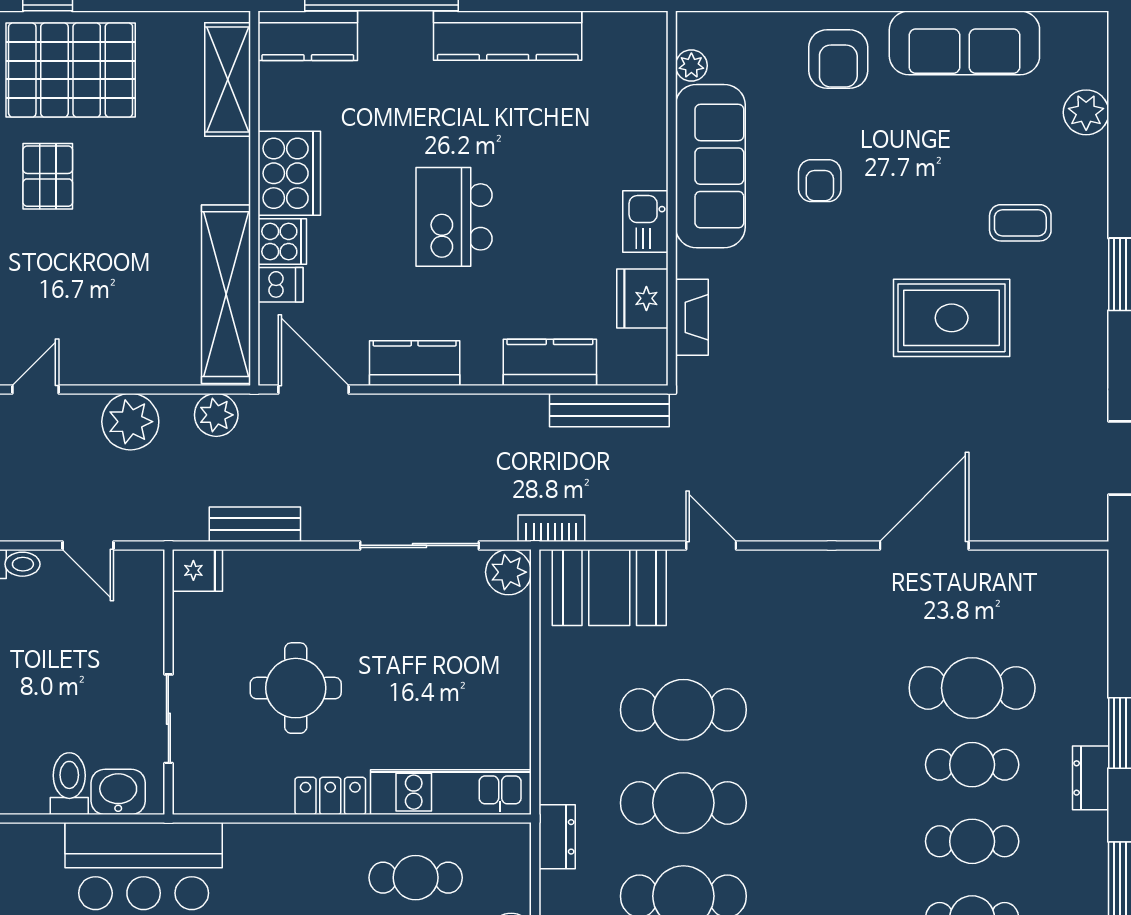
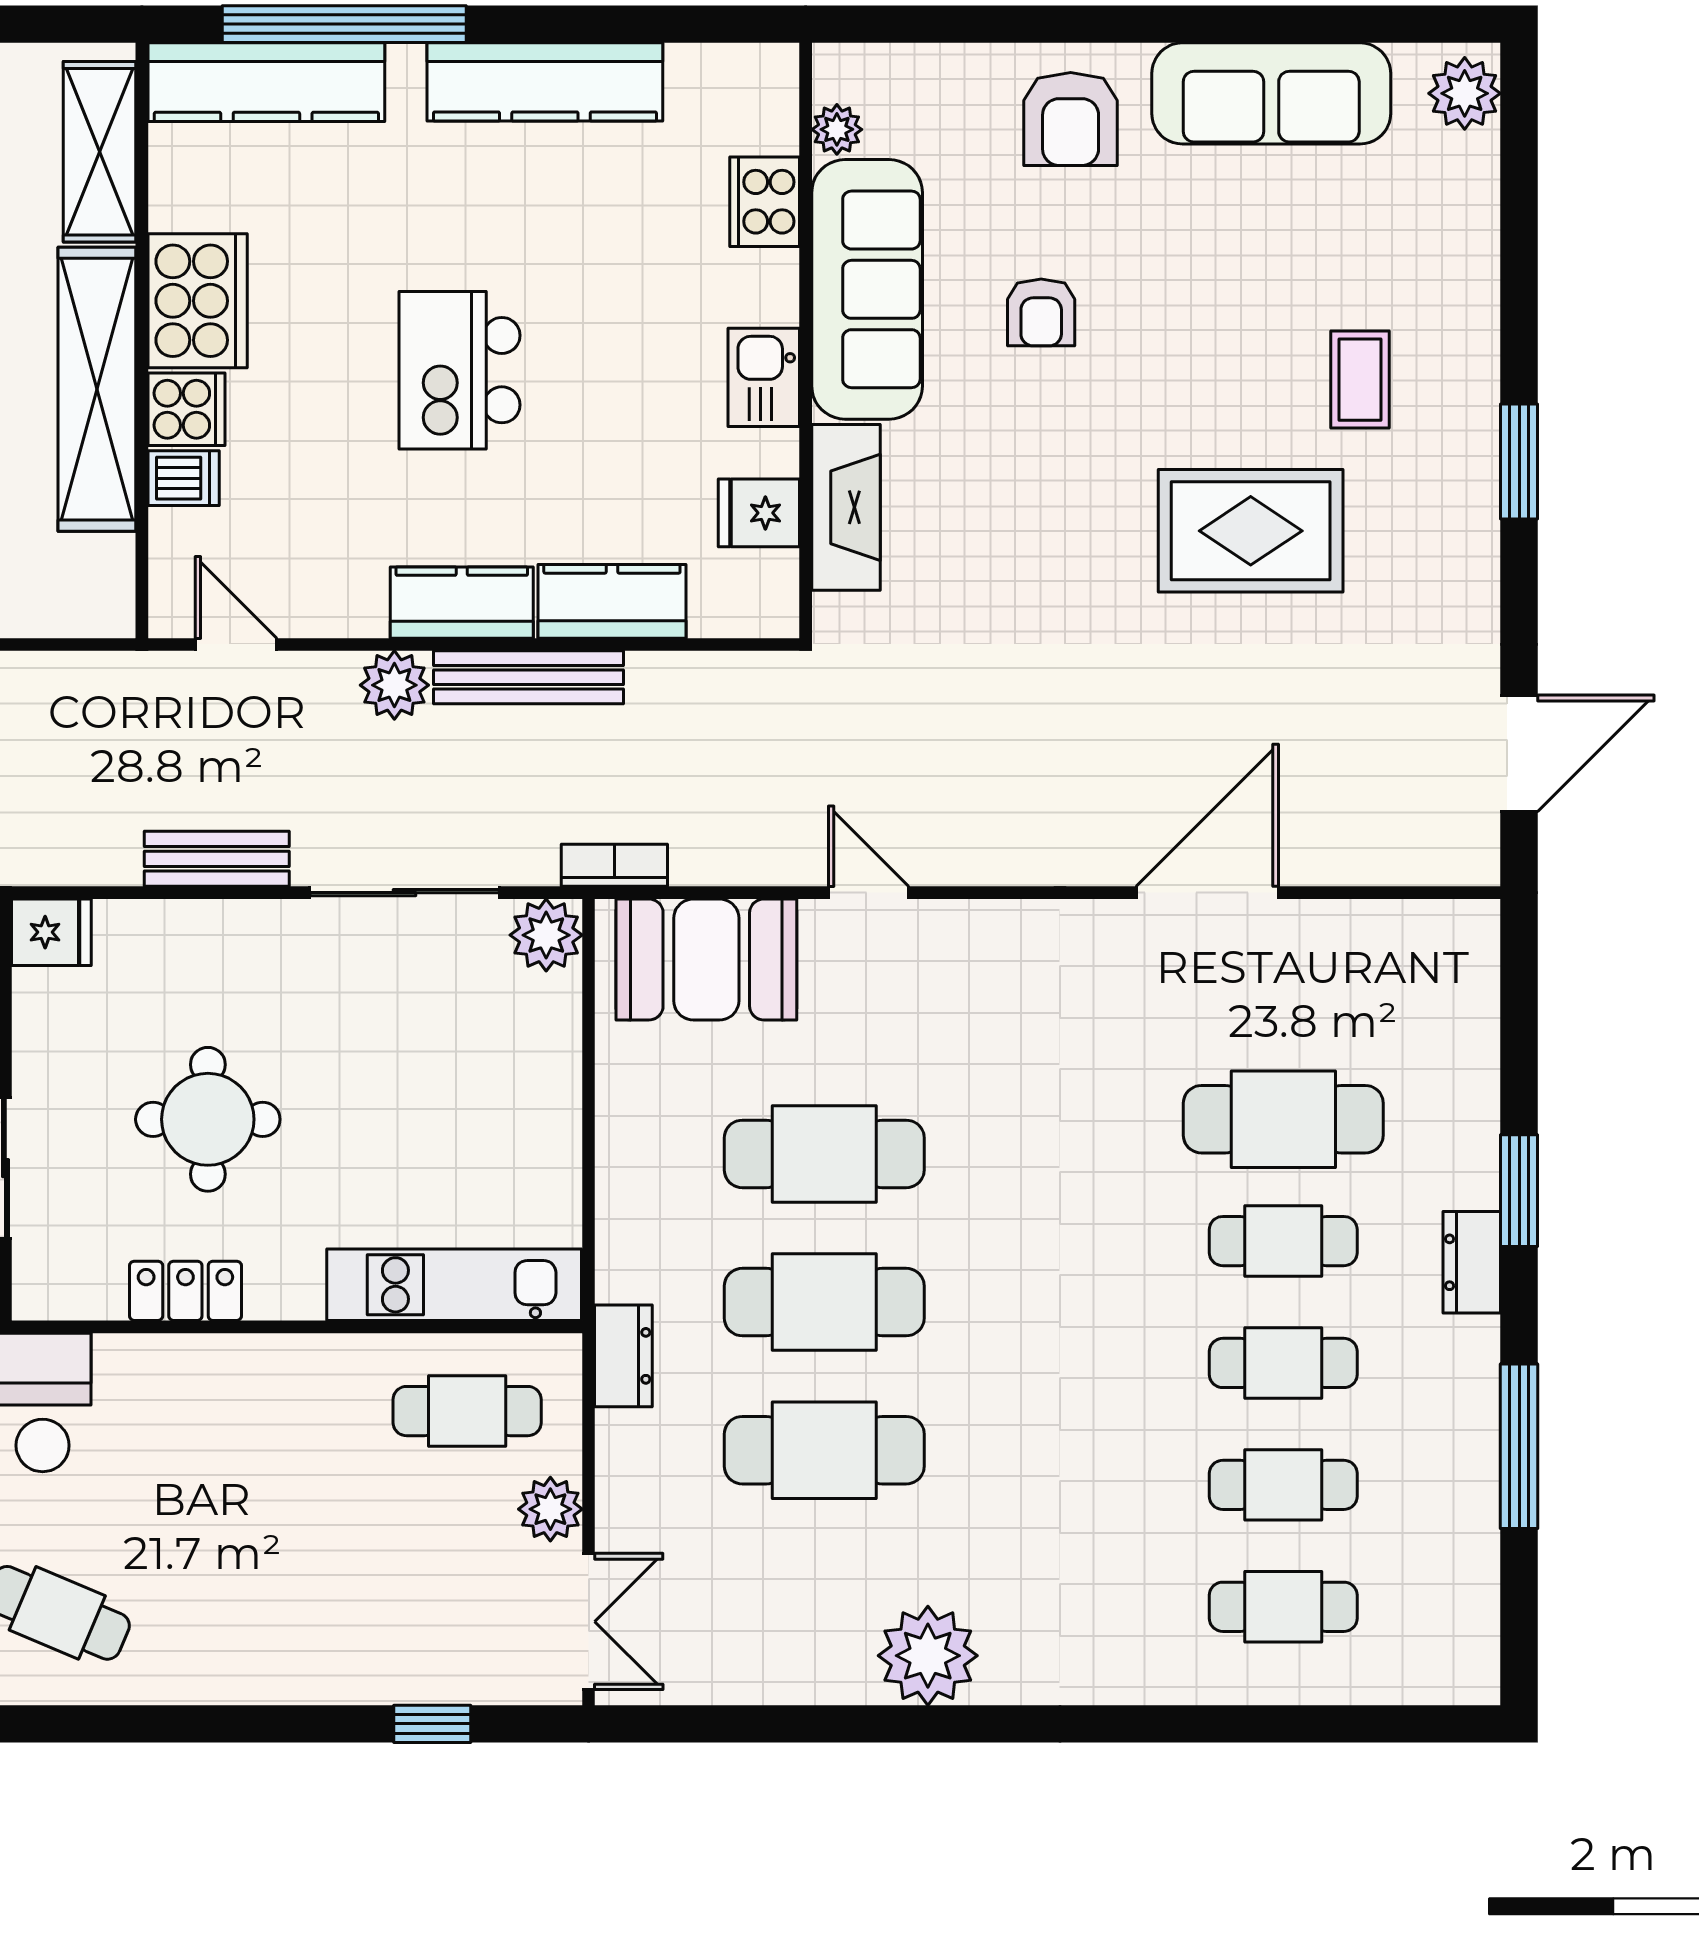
kitchen counter: (308, 36) -> (266, 82), width x1.50
cooker: (646, 111) -> (765, 202), added
plant: (1086, 112) -> (1465, 93), moved
coffee table: (1020, 223) -> (1360, 380), turned 90
shelving: (226, 294) -> (97, 389), moved
fridge: (642, 298) -> (759, 513), width x0.72
fireplace: (692, 317) -> (846, 507), width x1.37, depth x1.32
kitchen counter: (415, 363) -> (462, 603), moved
door: (313, 389) -> (236, 644), width x0.73
bench: (609, 410) -> (529, 677), moved
plant: (216, 415) -> (394, 685), moved
bench: (255, 524) -> (217, 859), moved
locker: (330, 796) -> (185, 1291), moved
cafe table: (416, 878) -> (467, 1411), moved

